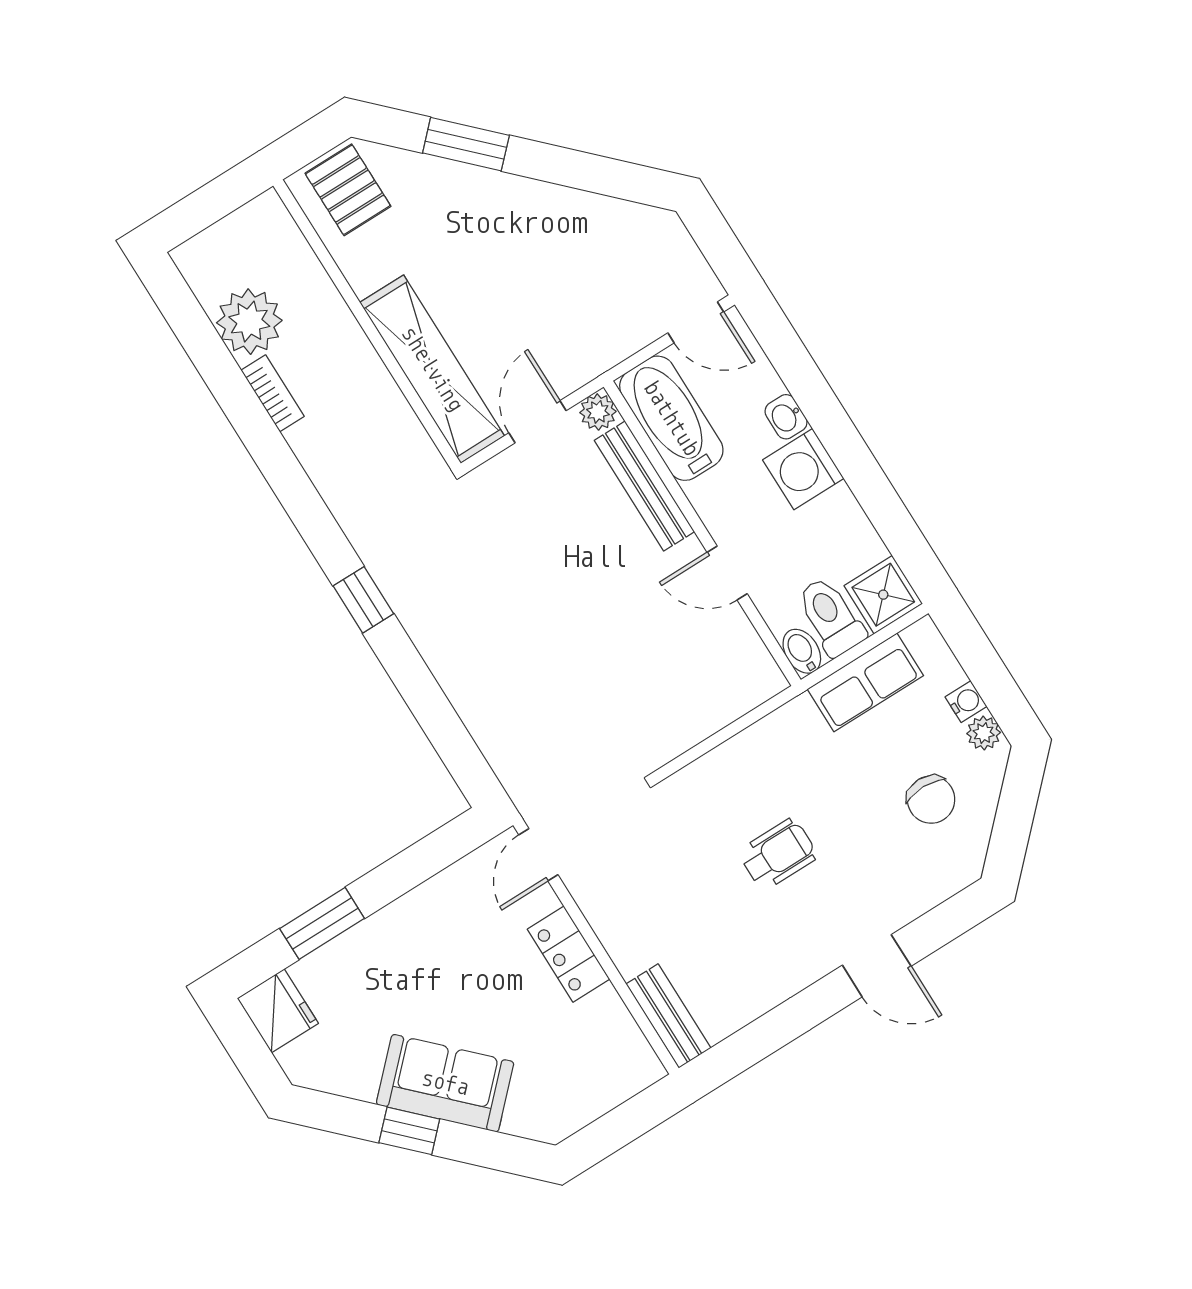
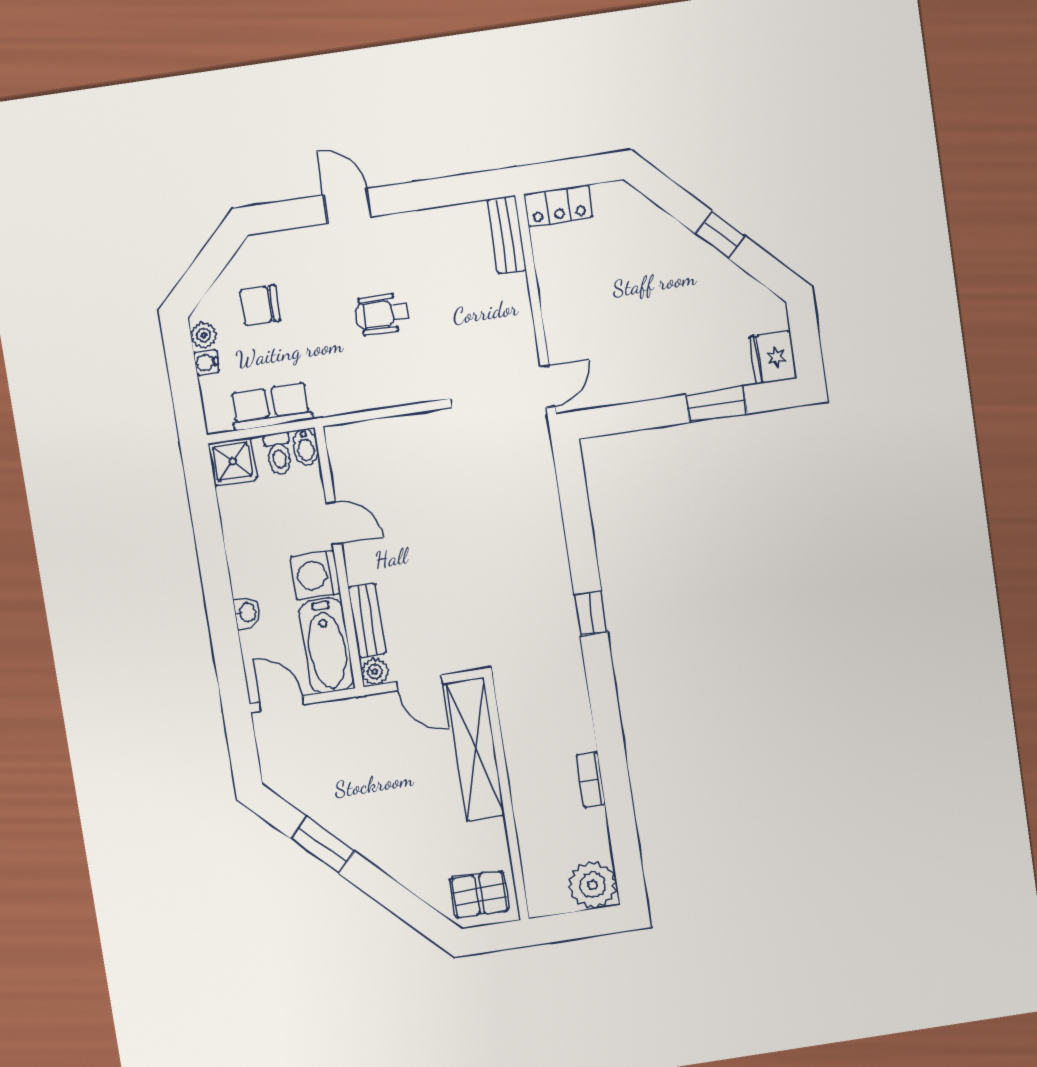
window: (466, 144) -> (323, 845), moved
pallet: (348, 190) -> (480, 894), turned 90
plant: (249, 322) -> (593, 885), moved
door: (537, 422) -> (419, 683), hinge flipped
washing machine: (803, 469) -> (315, 575), moved, turned 180
bench: (644, 486) -> (367, 620), width x0.73
toilet: (831, 617) -> (279, 454), width x0.73, depth x0.72
chair: (931, 800) -> (260, 305), turned -90
locker: (569, 954) -> (558, 206), moved, turned 90
sofa: (445, 1083) -> (681, 257), removed

